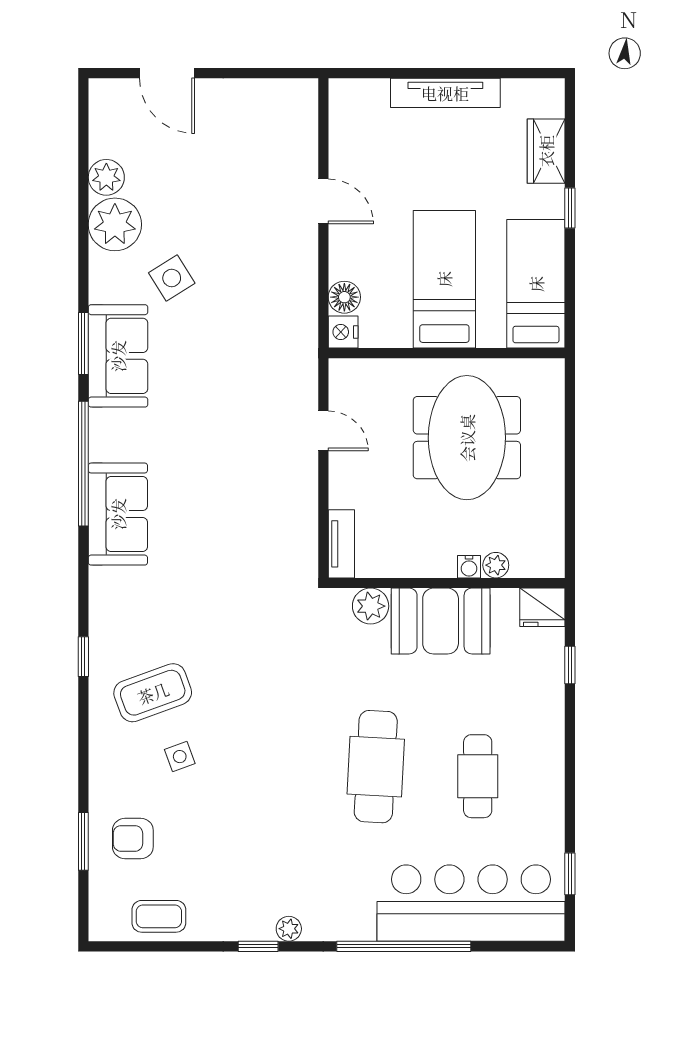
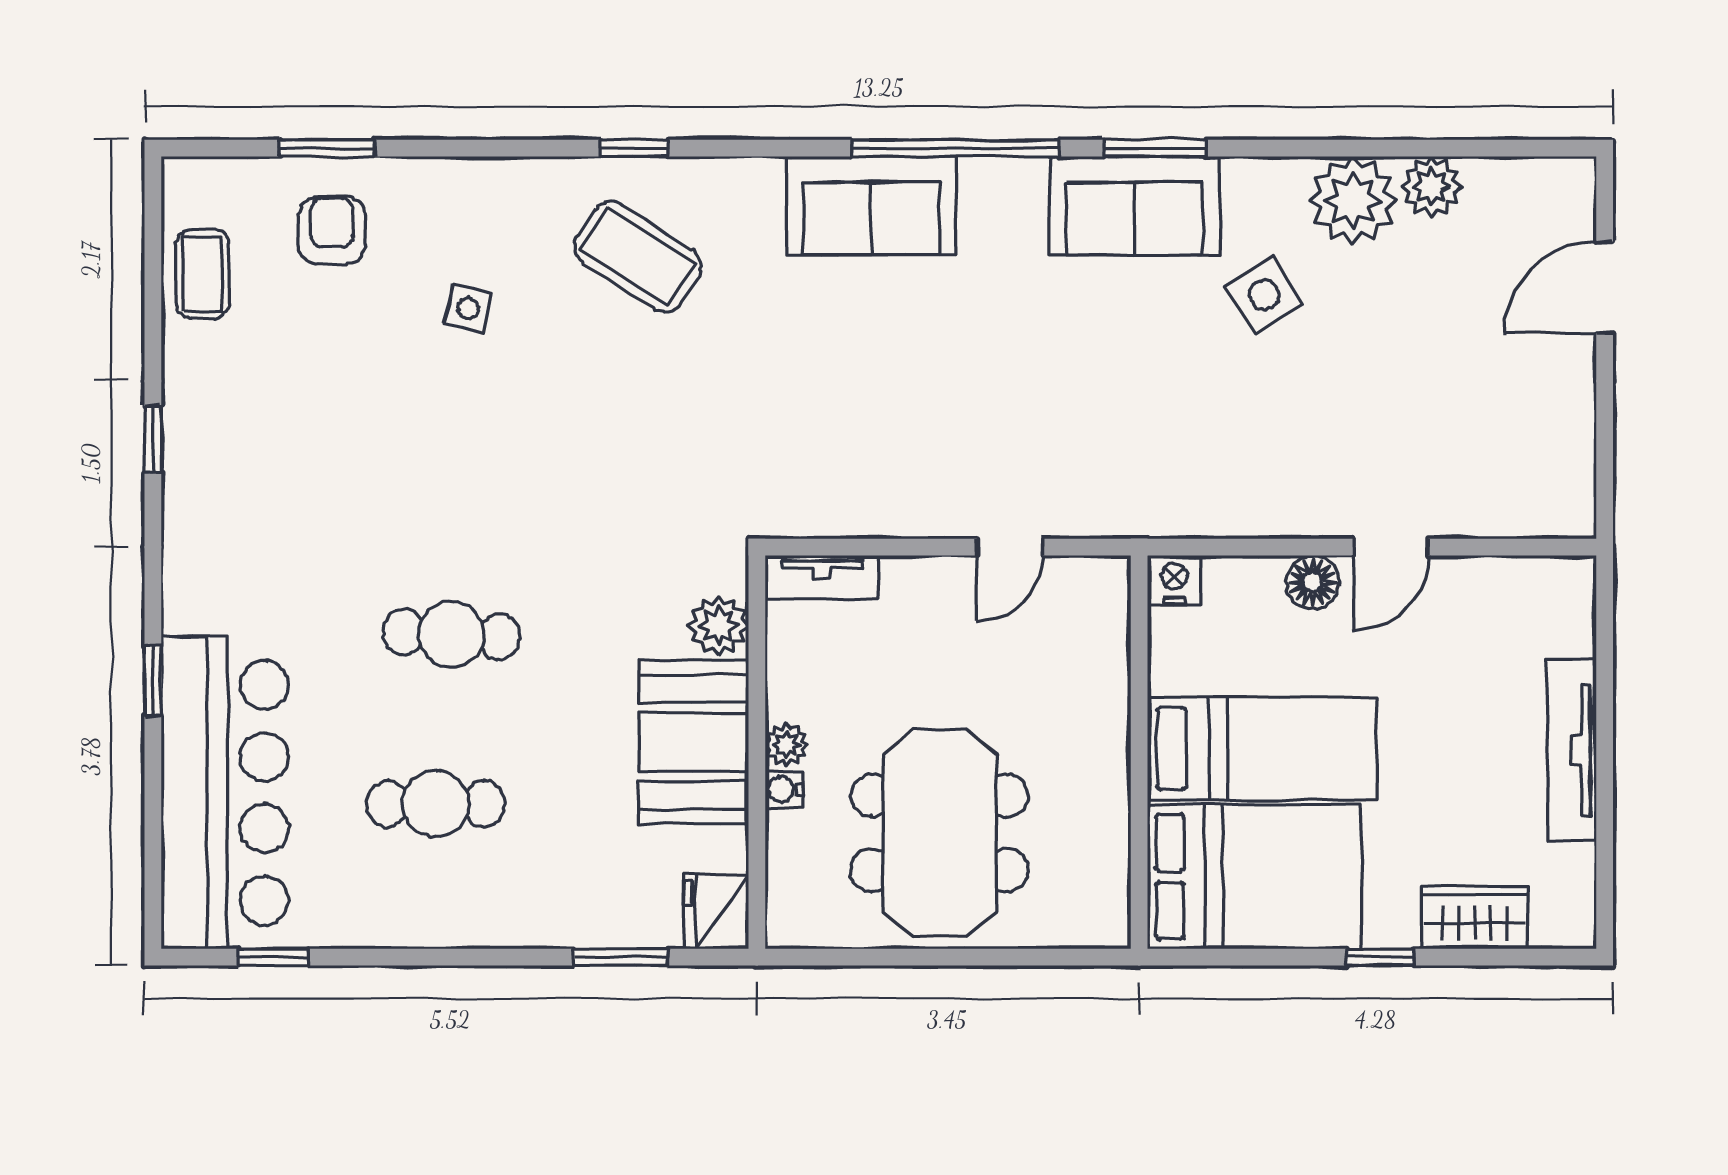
bed: (536, 284) -> (1254, 877), width x1.50
floor lamp: (344, 297) -> (1313, 582), moved
meeting table: (467, 438) -> (940, 833), moved, turned 90
plant: (496, 565) -> (786, 745), moved
window: (570, 665) -> (621, 957), width x1.50
coffee table: (153, 693) -> (638, 257), moved, turned -37
side table: (180, 757) -> (468, 308), turned 34
cafe table: (376, 767) -> (452, 634), width x0.73, depth x0.74
plant: (289, 929) -> (182, 490), removed
window: (404, 946) -> (153, 681), width x0.32

